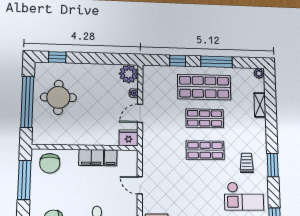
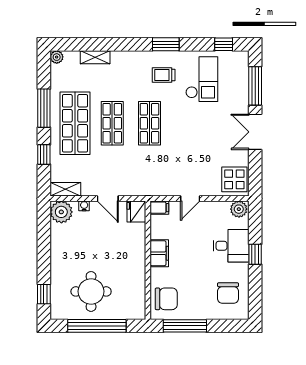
shelving: (148, 78) -> (65, 189), added
filing cabinet: (111, 158) -> (159, 208), moved

